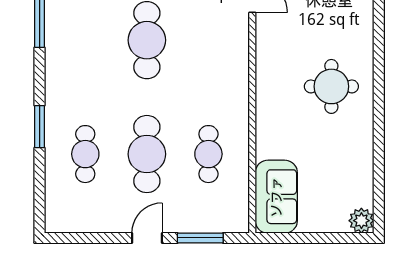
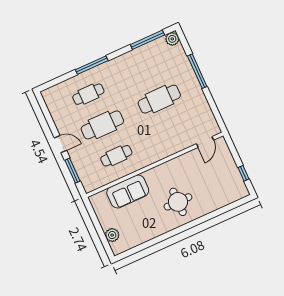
window: (40, 127) -> (92, 65), width x1.44
sofa: (276, 197) -> (128, 191), moved
plant: (361, 221) -> (112, 235), moved

